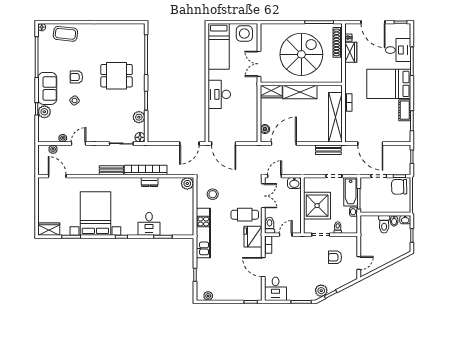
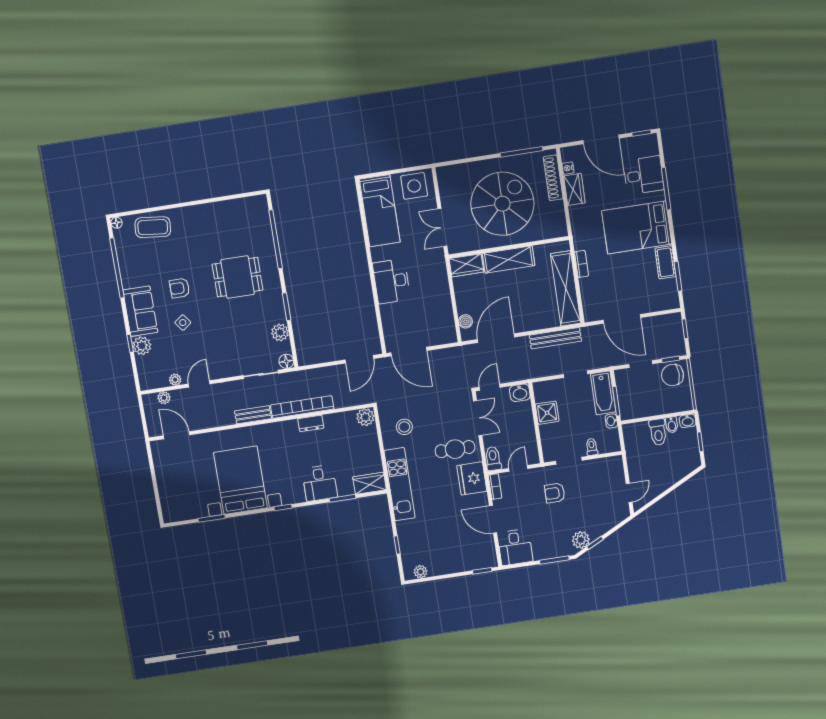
bench: (328, 150) -> (555, 338), width x1.36
shower: (317, 206) -> (547, 413), width x0.54, depth x0.54
wardrobe: (49, 229) -> (369, 483), moved
armchair: (335, 257) -> (555, 493), moved

